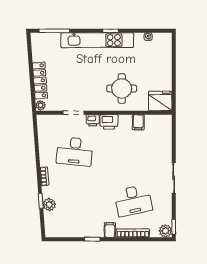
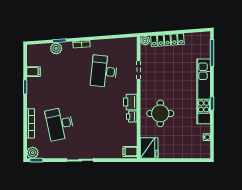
printer: (93, 120) -> (132, 117), moved
filing cabinet: (138, 122) -> (130, 151), moved
filing cabinet: (110, 230) -> (33, 72), moved

